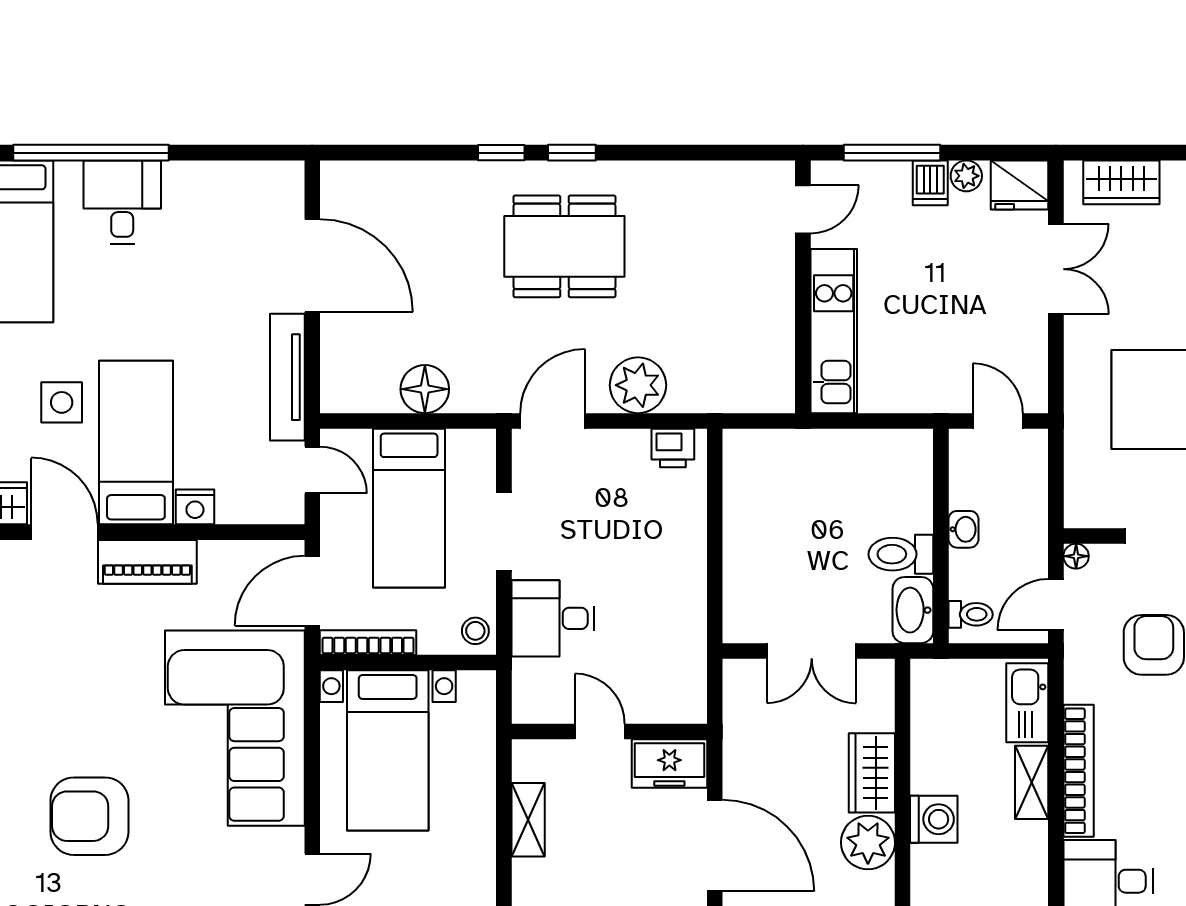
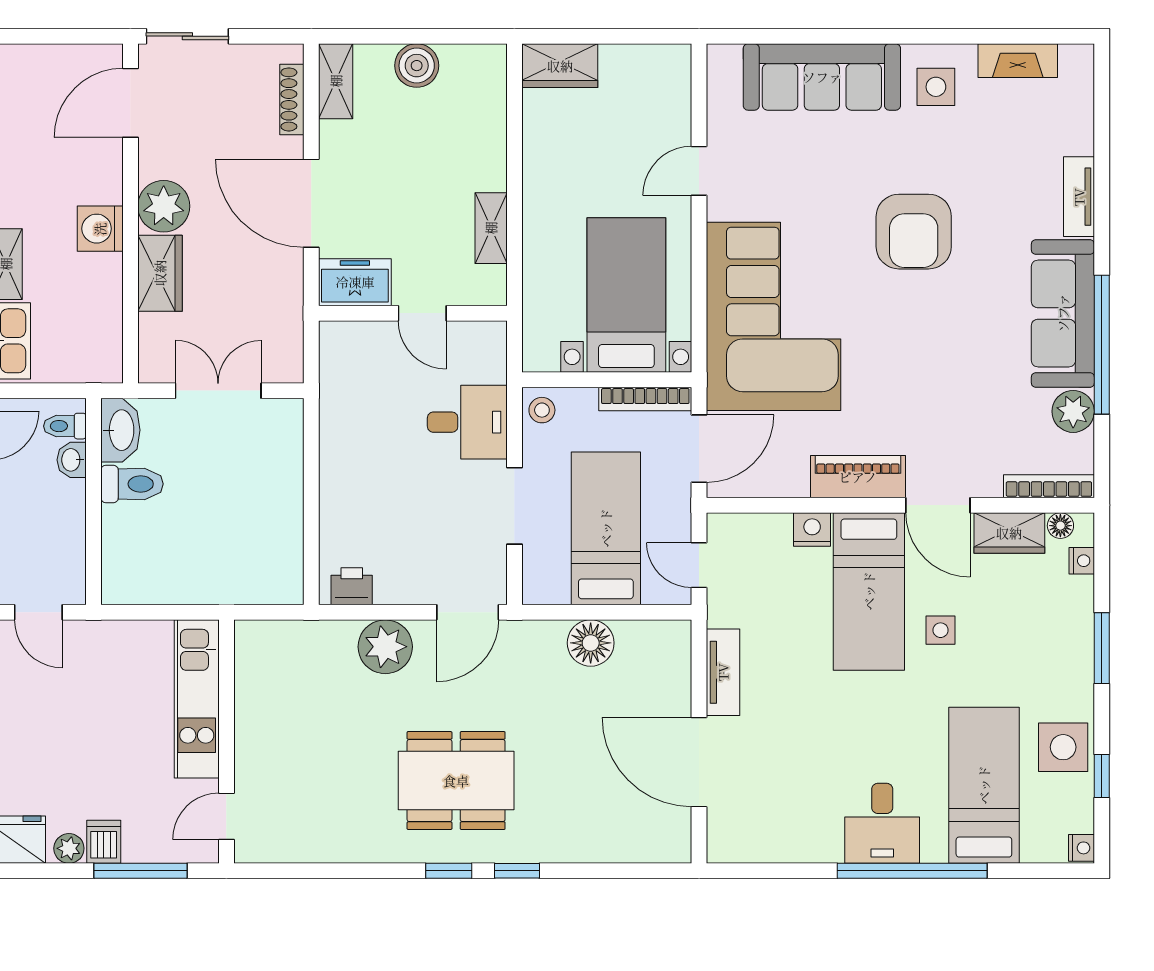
tv unit: (287, 377) -> (723, 672), width x0.71
side table: (62, 402) -> (941, 630), width x0.73, depth x0.73
washbasin: (963, 529) -> (72, 460), moved
armchair: (89, 816) -> (914, 232), turned 90

